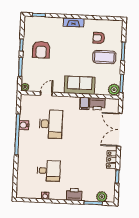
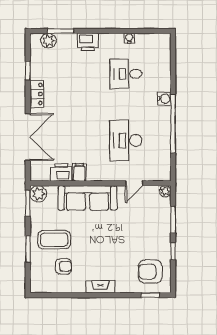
armchair: (41, 50) -> (150, 272), moved, turned -90
sofa: (80, 85) -> (88, 198), width x1.36
water cooler: (24, 125) -> (164, 99), moved

